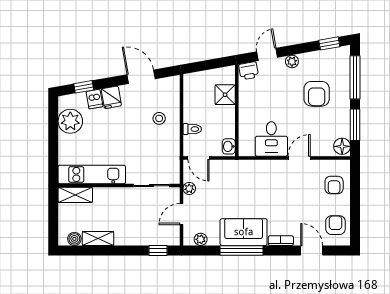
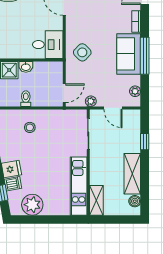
toilet: (192, 129) -> (26, 99), moved
desk: (271, 139) -> (48, 45), moved
washbasin: (229, 146) -> (26, 67), moved
side table: (245, 179) -> (82, 52), added
shelving: (98, 239) -> (132, 174), width x1.50, depth x1.33
window: (158, 250) -> (145, 142), moved

